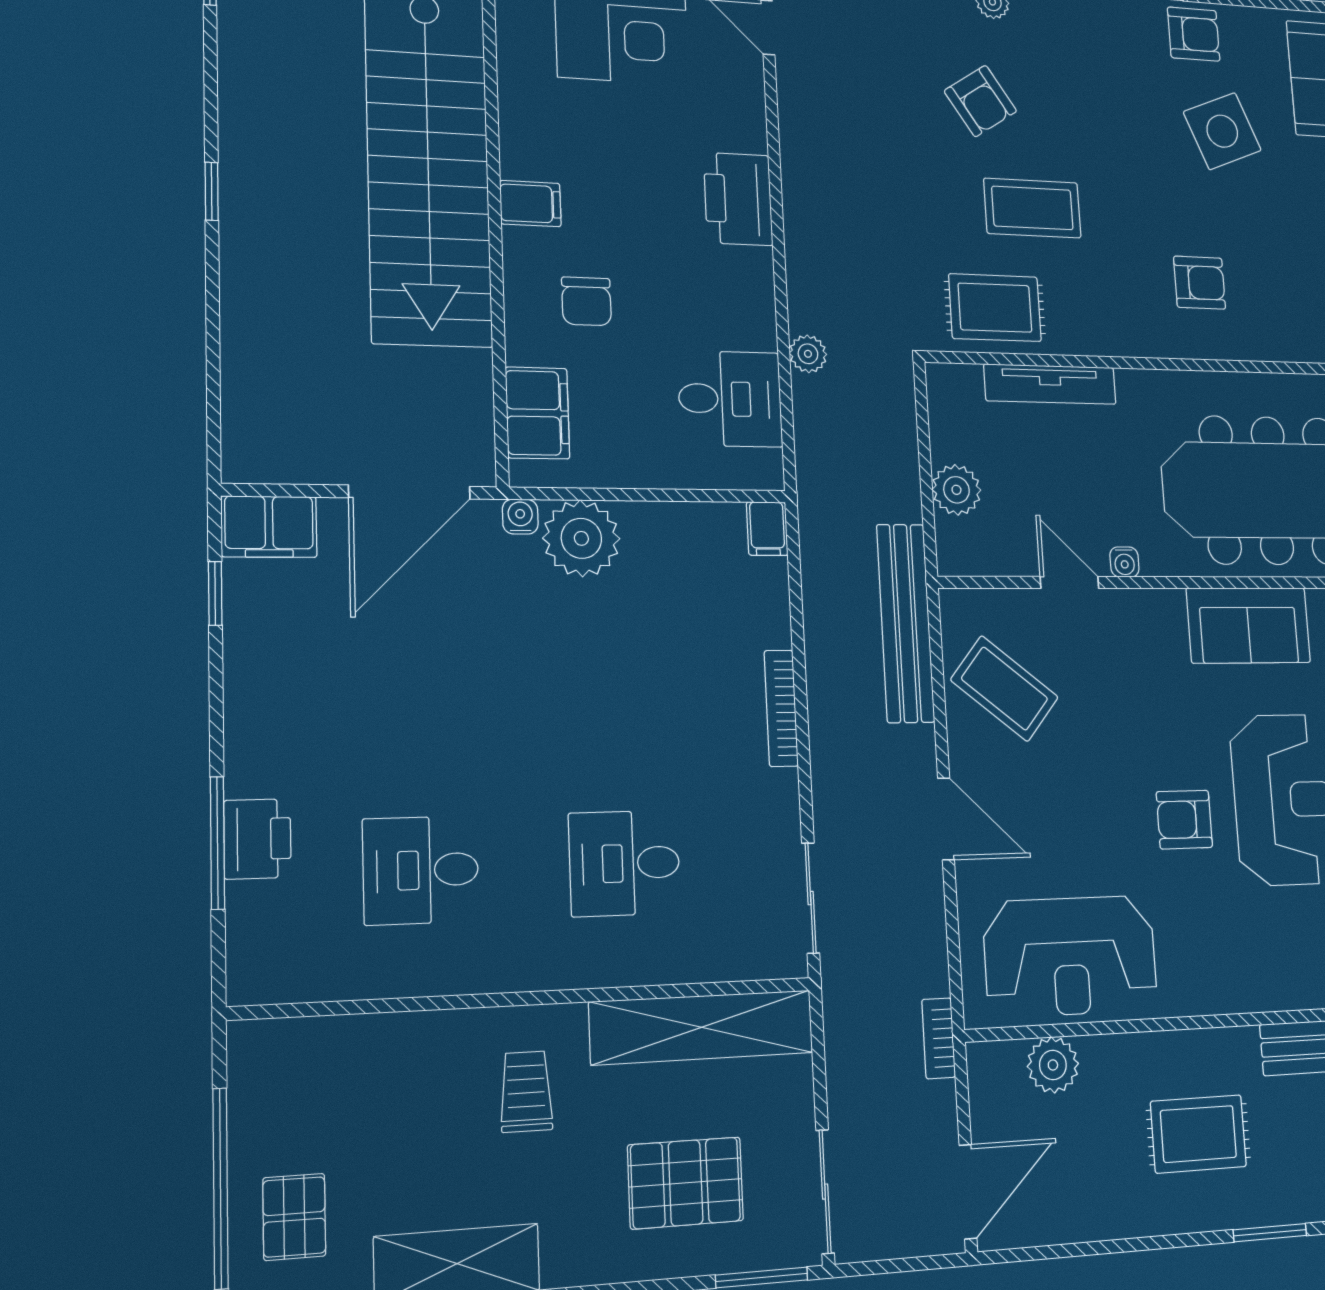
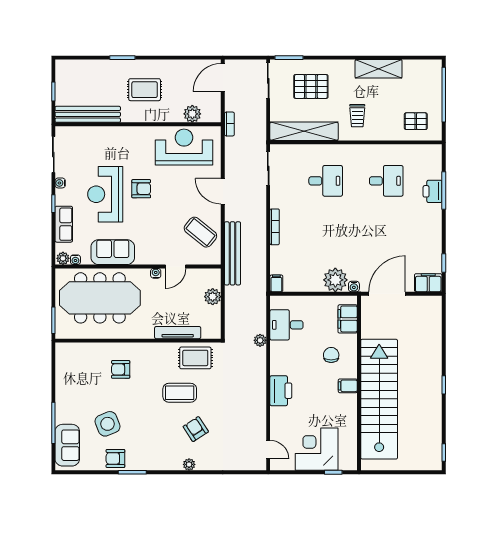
door: (1070, 582) -> (176, 266), hinge flipped
pallet: (294, 1217) -> (416, 121), moved, turned 90

